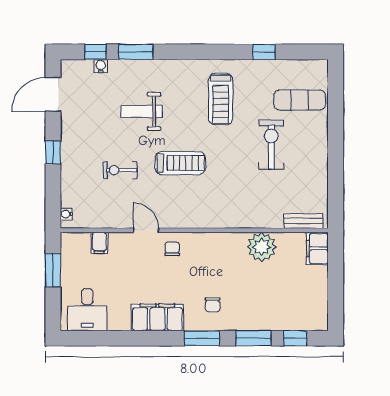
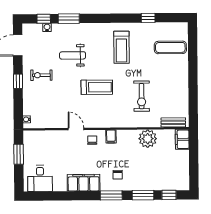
exercise bike: (271, 145) -> (142, 96), moved, turned 180
exercise bike: (120, 170) -> (41, 75), moved
filing cabinet: (99, 243) -> (111, 136), moved

